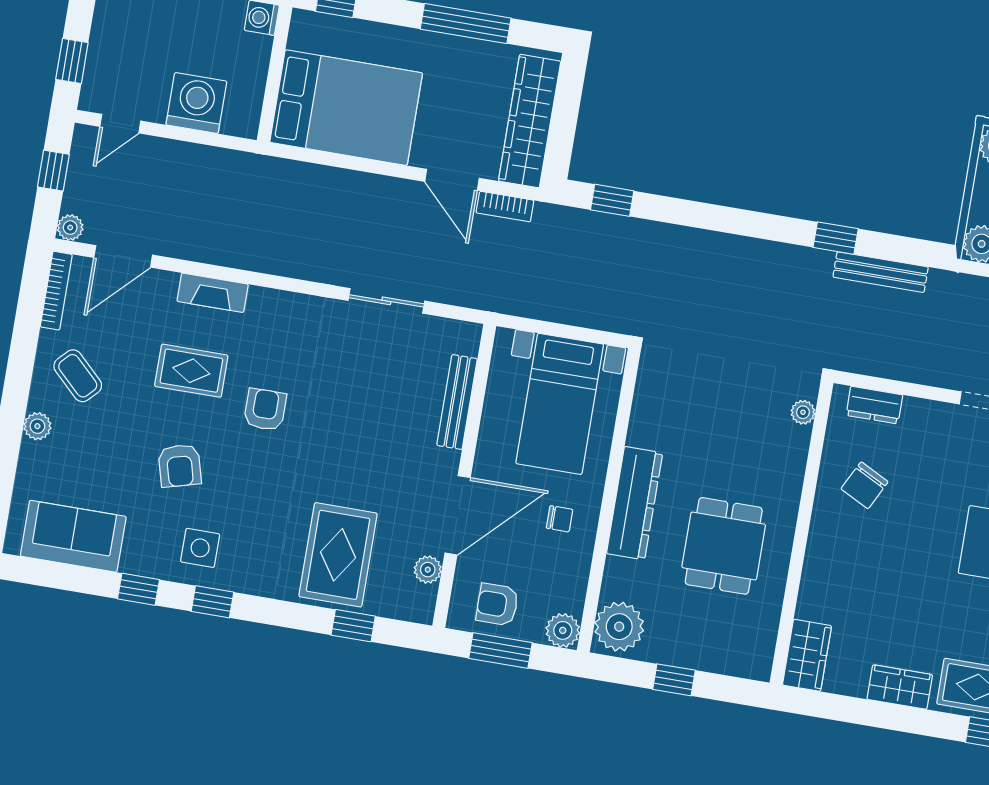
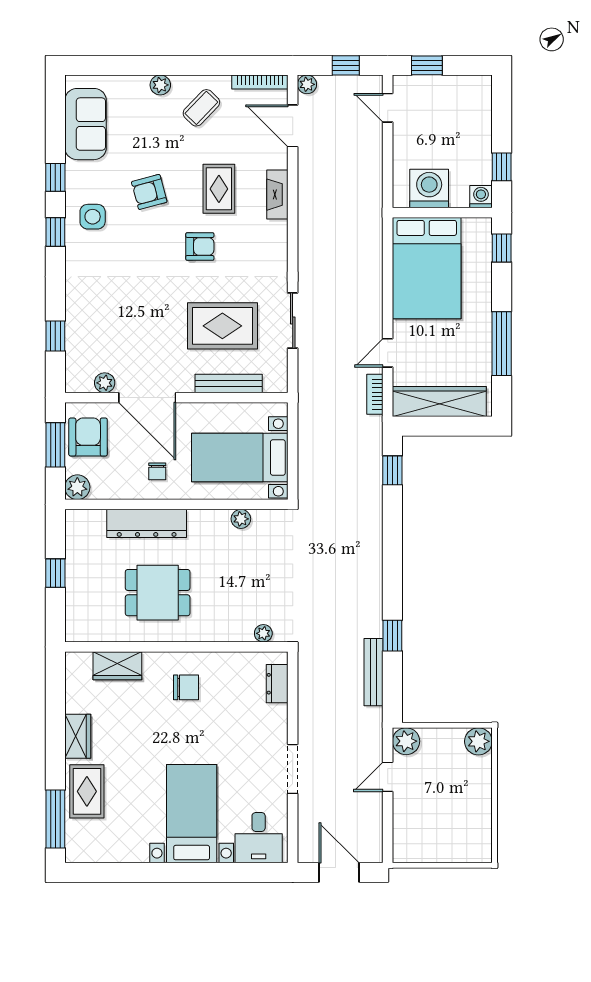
washing machine: (196, 103) -> (429, 188), moved, turned -90
door: (452, 180) -> (388, 353), width x0.73
chair: (865, 485) -> (186, 687), moved, turned 153
dresser: (635, 503) -> (147, 523), moved
rug: (338, 555) -> (222, 326), moved
armchair: (497, 604) -> (88, 437), width x1.38, depth x1.38
plant: (619, 627) -> (241, 519), moved, width x0.53, depth x0.53
wardrobe: (807, 655) -> (117, 666), moved

